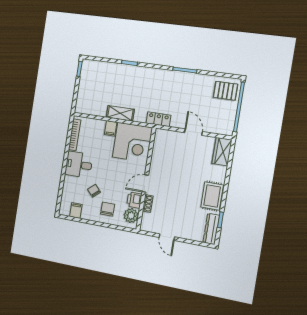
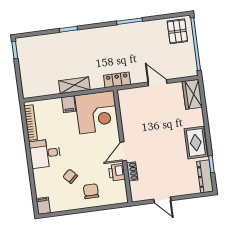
pallet: (226, 91) -> (177, 31), turned 90
filing cabinet: (76, 211) -> (43, 206), moved
plant: (131, 216) -> (118, 190), removed

